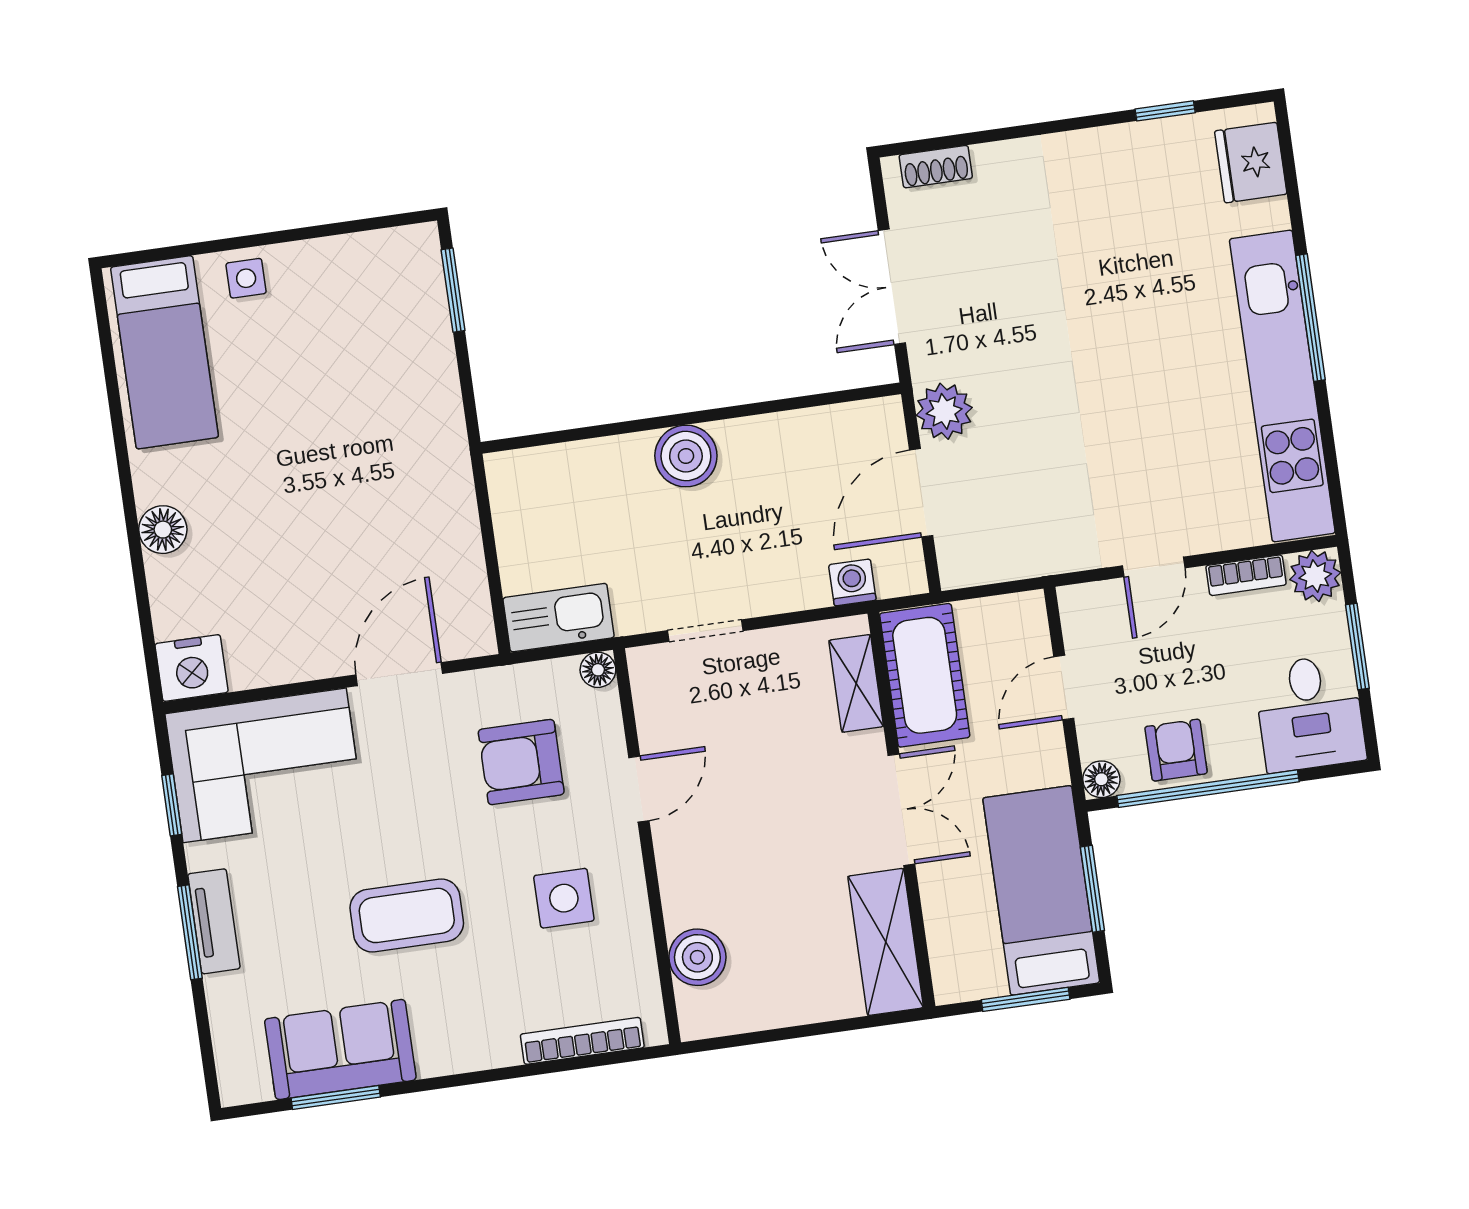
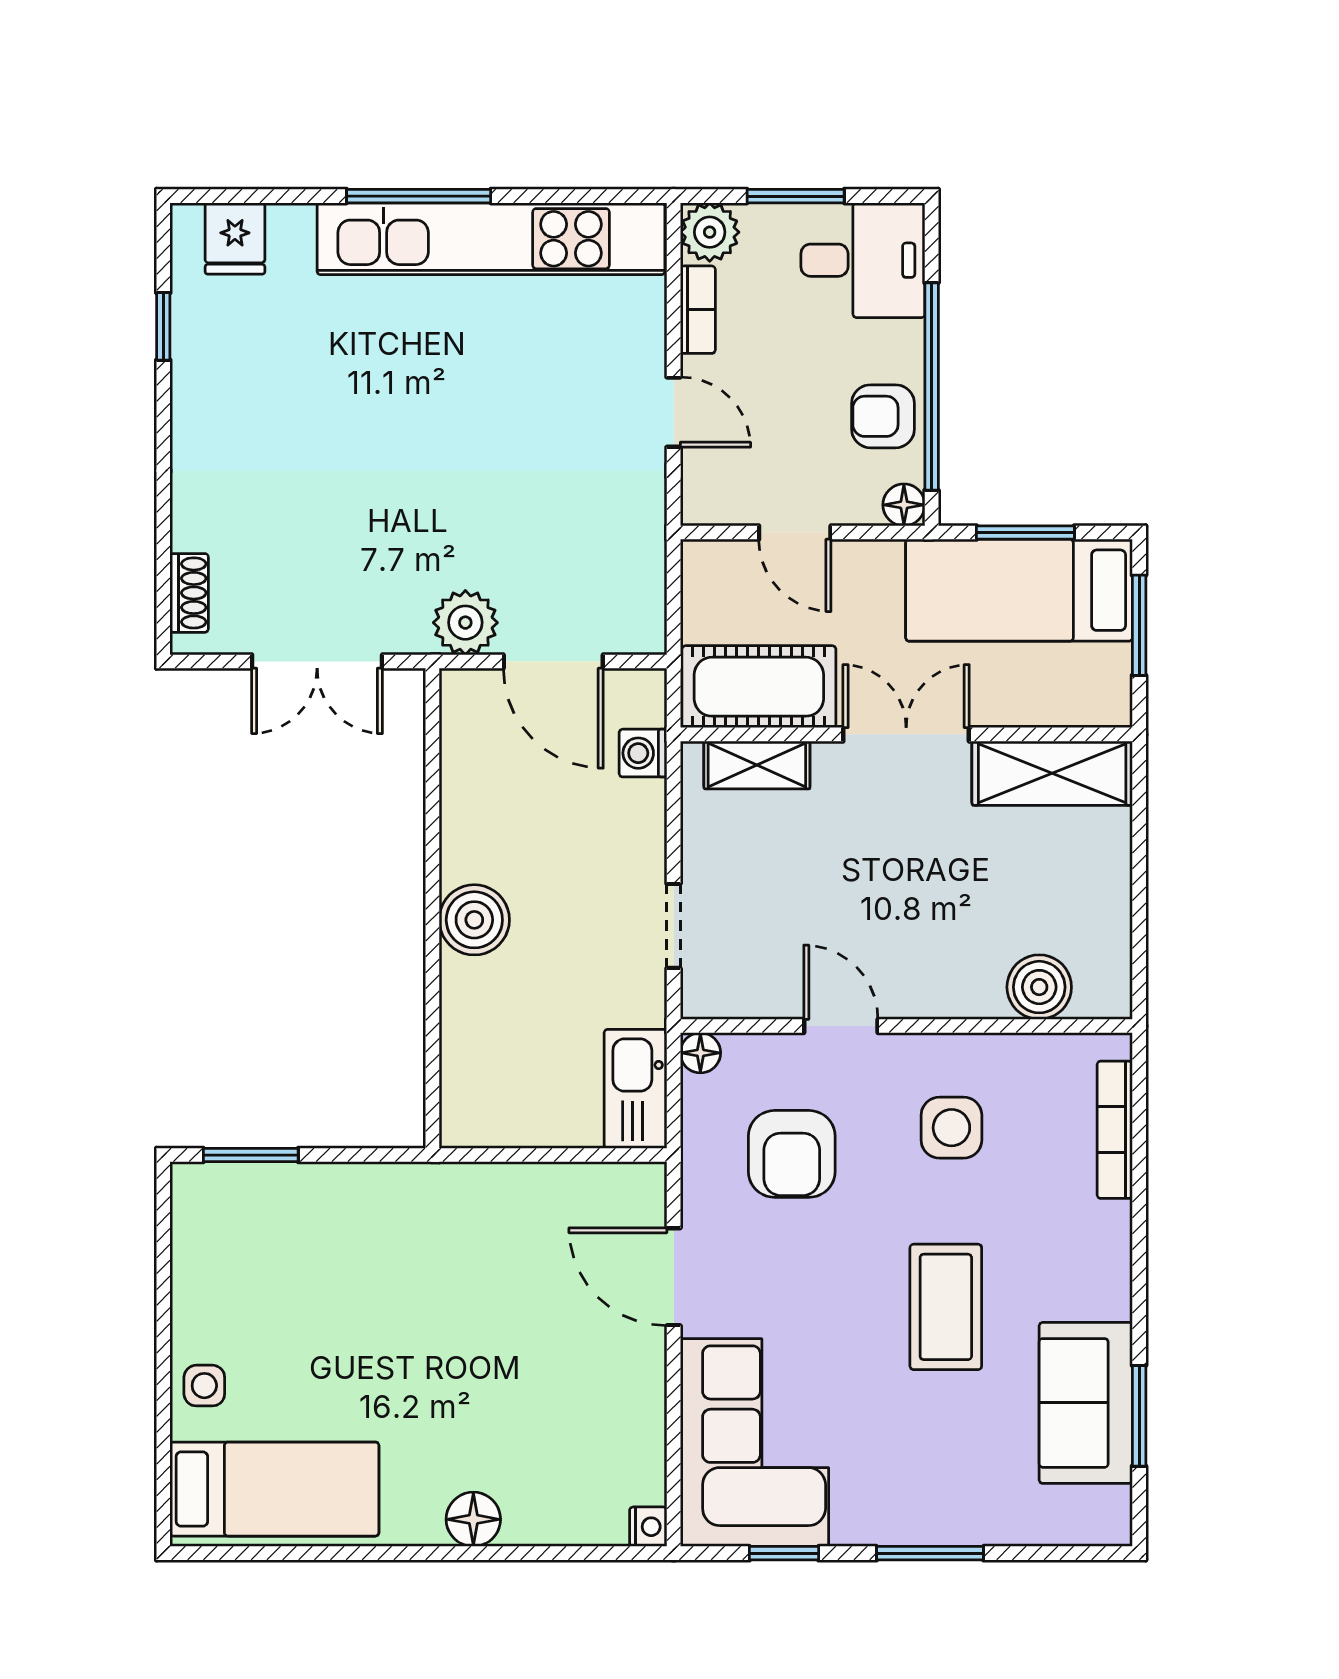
fridge: (1251, 163) -> (235, 238), width x0.72
nightstand: (192, 668) -> (648, 1527), width x0.53, depth x0.56
tv unit: (214, 921) -> (922, 1524), removed

